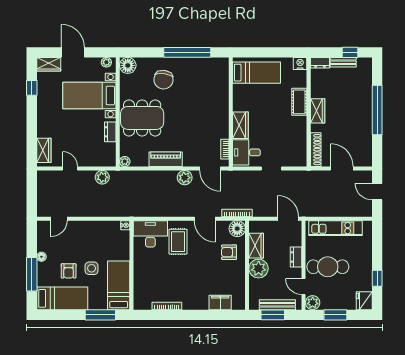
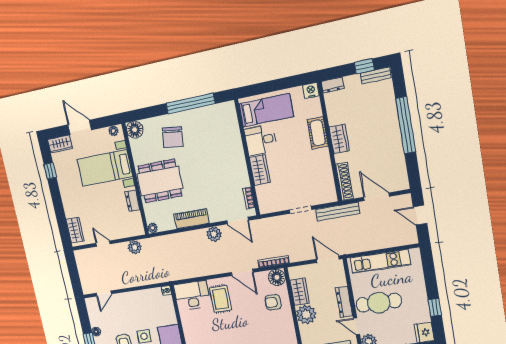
bench: (343, 62) -> (376, 75), moved
desk: (246, 152) -> (261, 140), moved
bench: (305, 176) -> (338, 211), added
dresser: (296, 257) -> (344, 302), width x1.44

